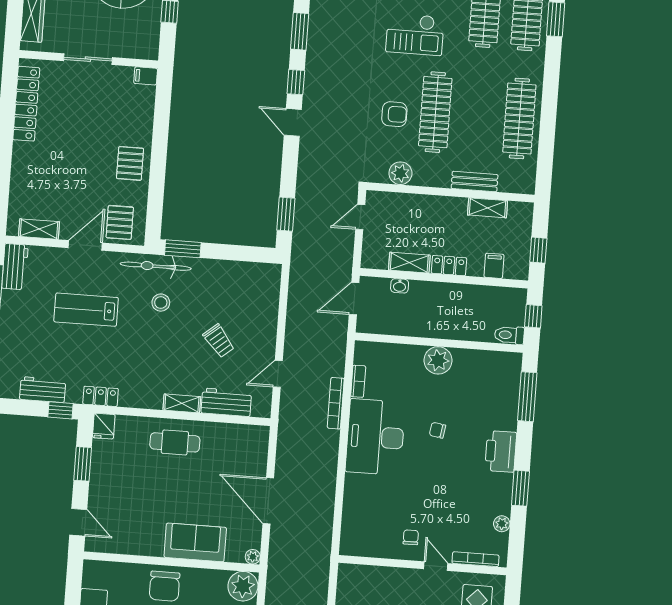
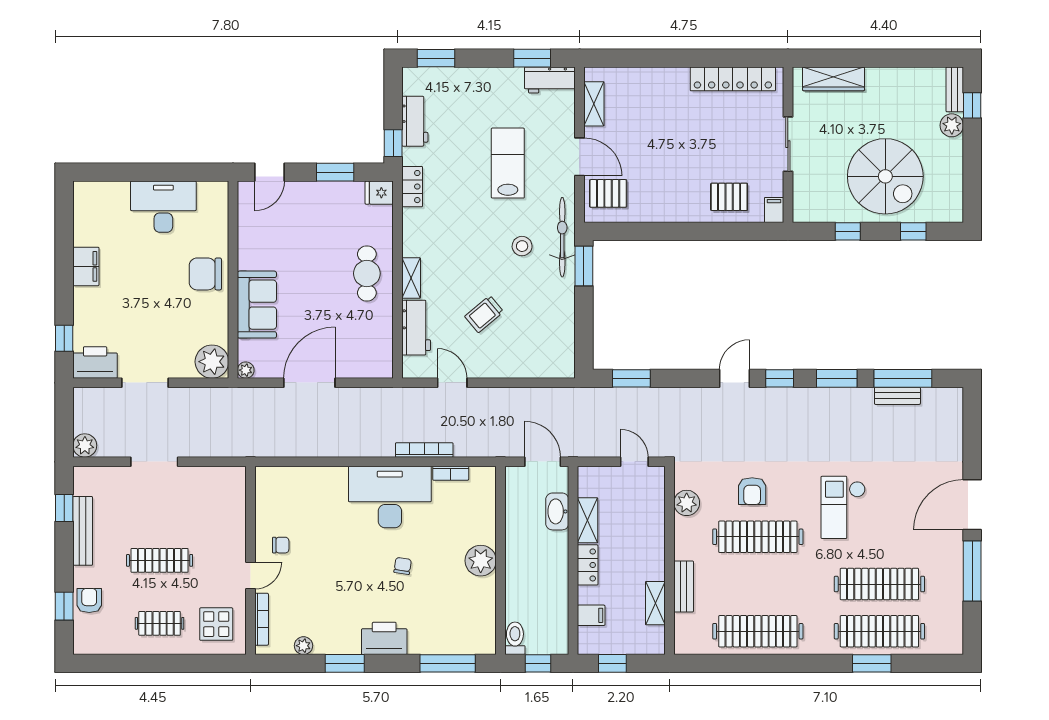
pallet: (130, 163) -> (729, 197), moved
washbasin: (400, 286) -> (557, 511), width x1.91, depth x1.45

